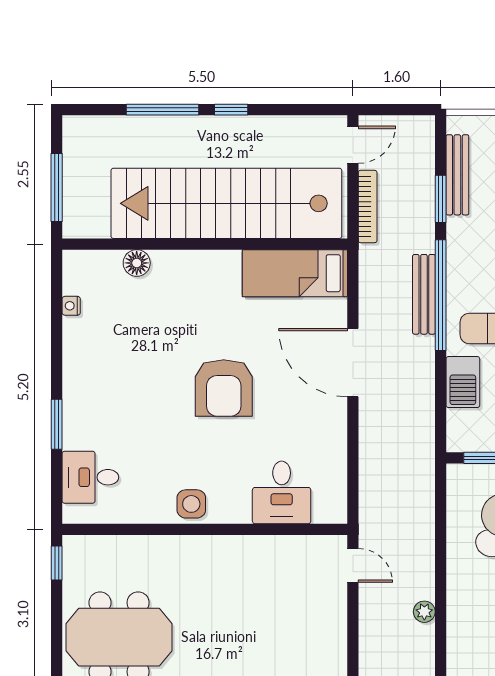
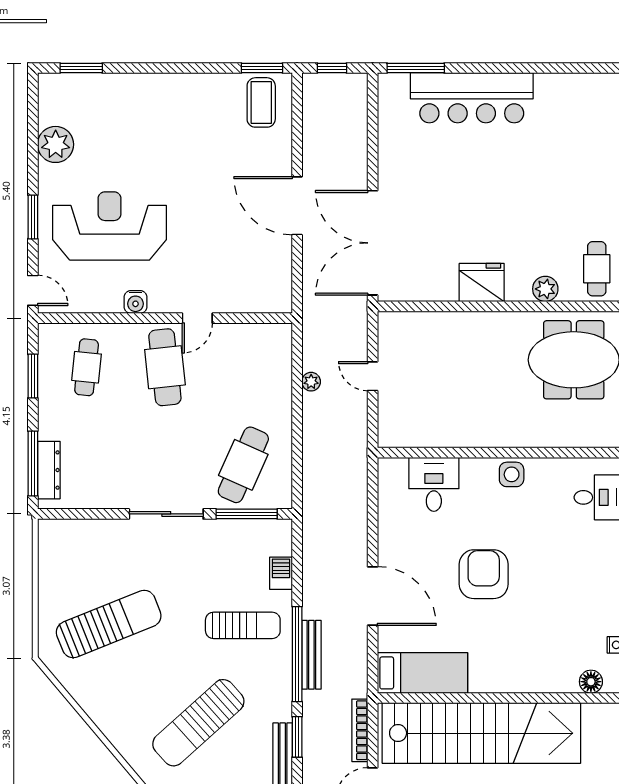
floor lamp: (137, 263) -> (591, 682), moved
barbecue: (463, 382) -> (281, 573), width x0.73, depth x0.79
door: (353, 565) -> (373, 376), moved

